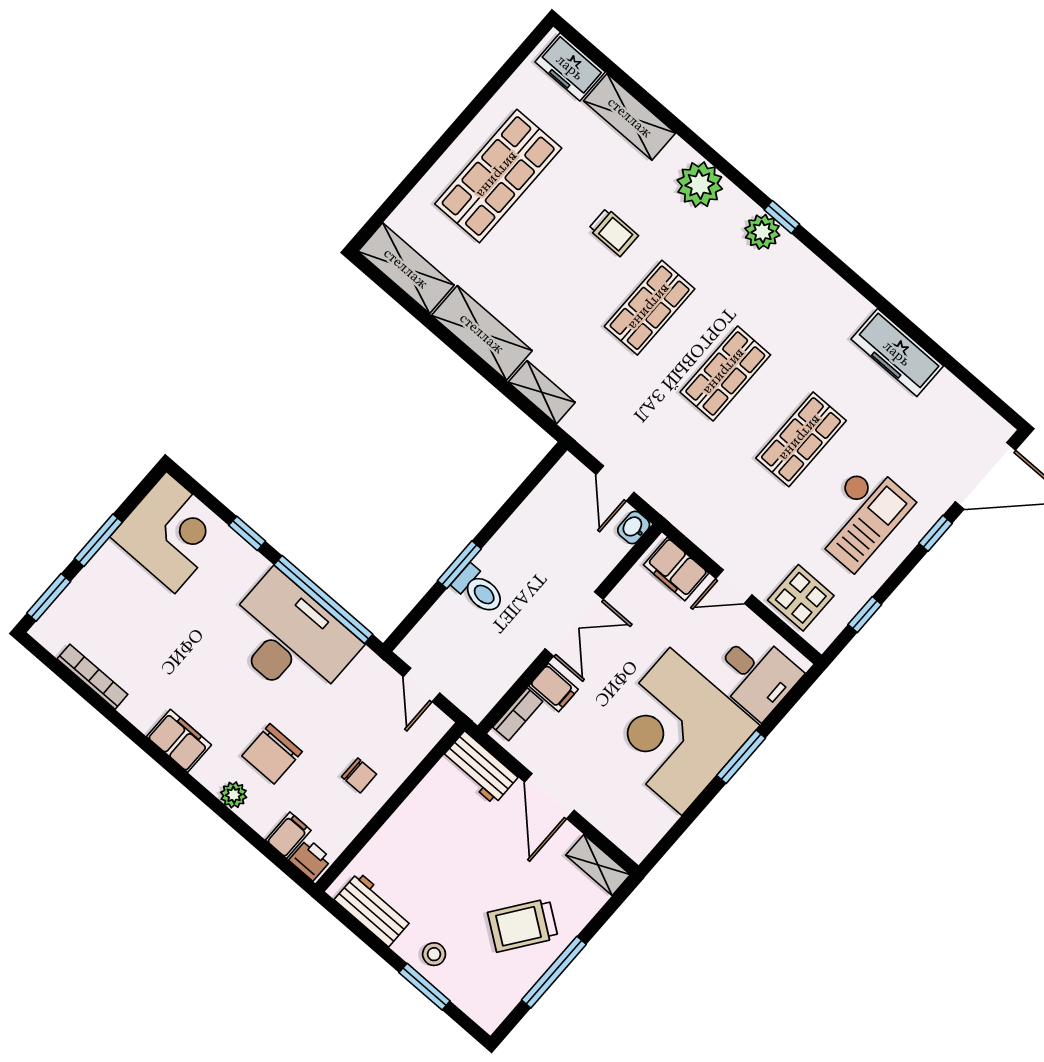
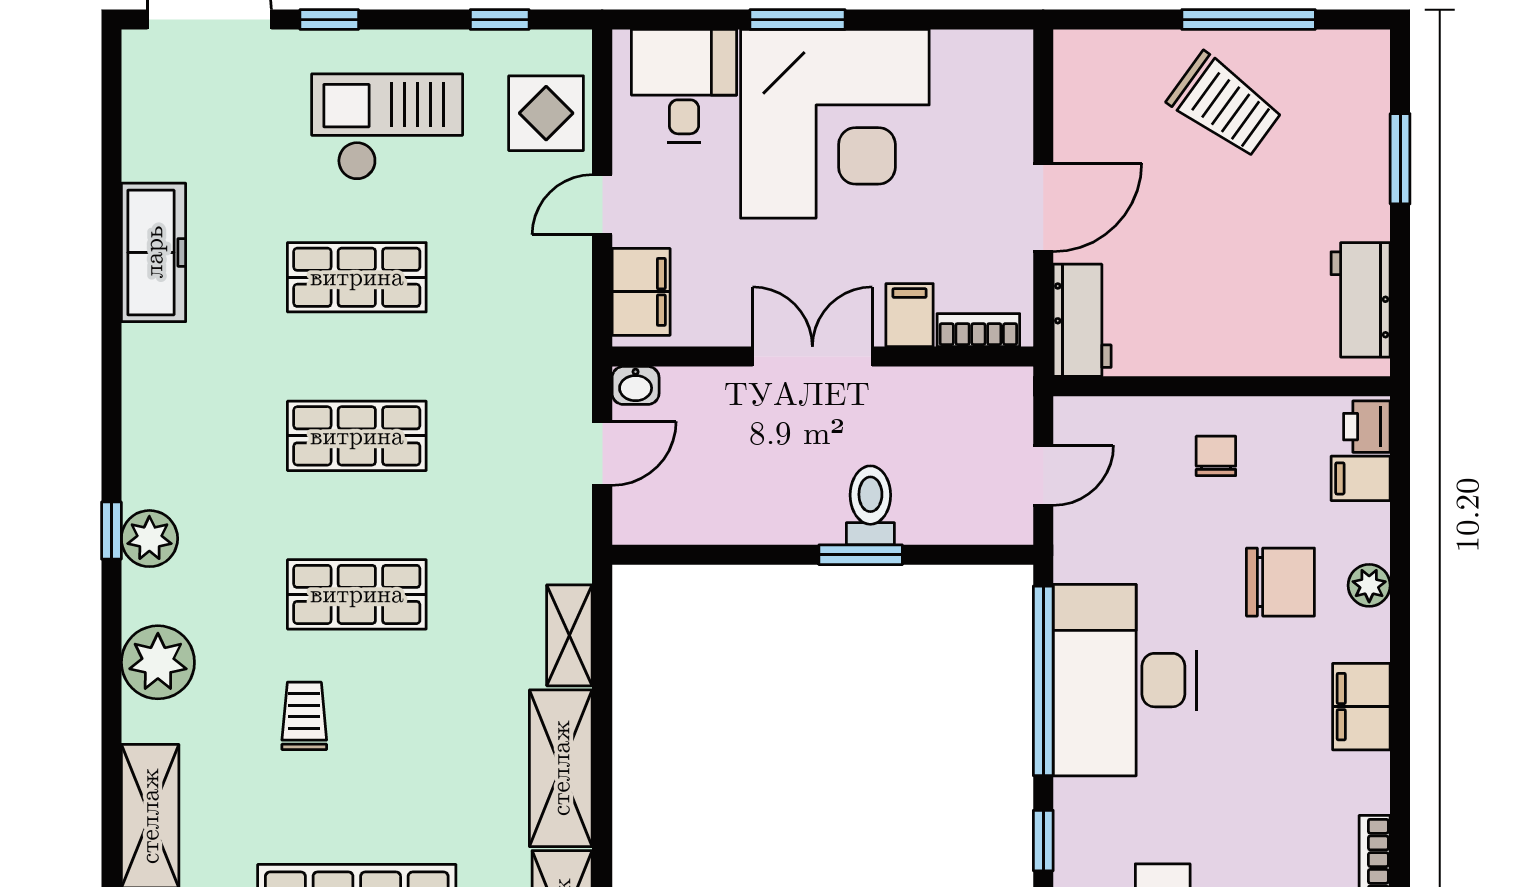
door: (734, 587) -> (602, 205), swing flipped
shelving: (598, 865) -> (1075, 78), removed
stool: (434, 954) -> (1351, 181), removed

